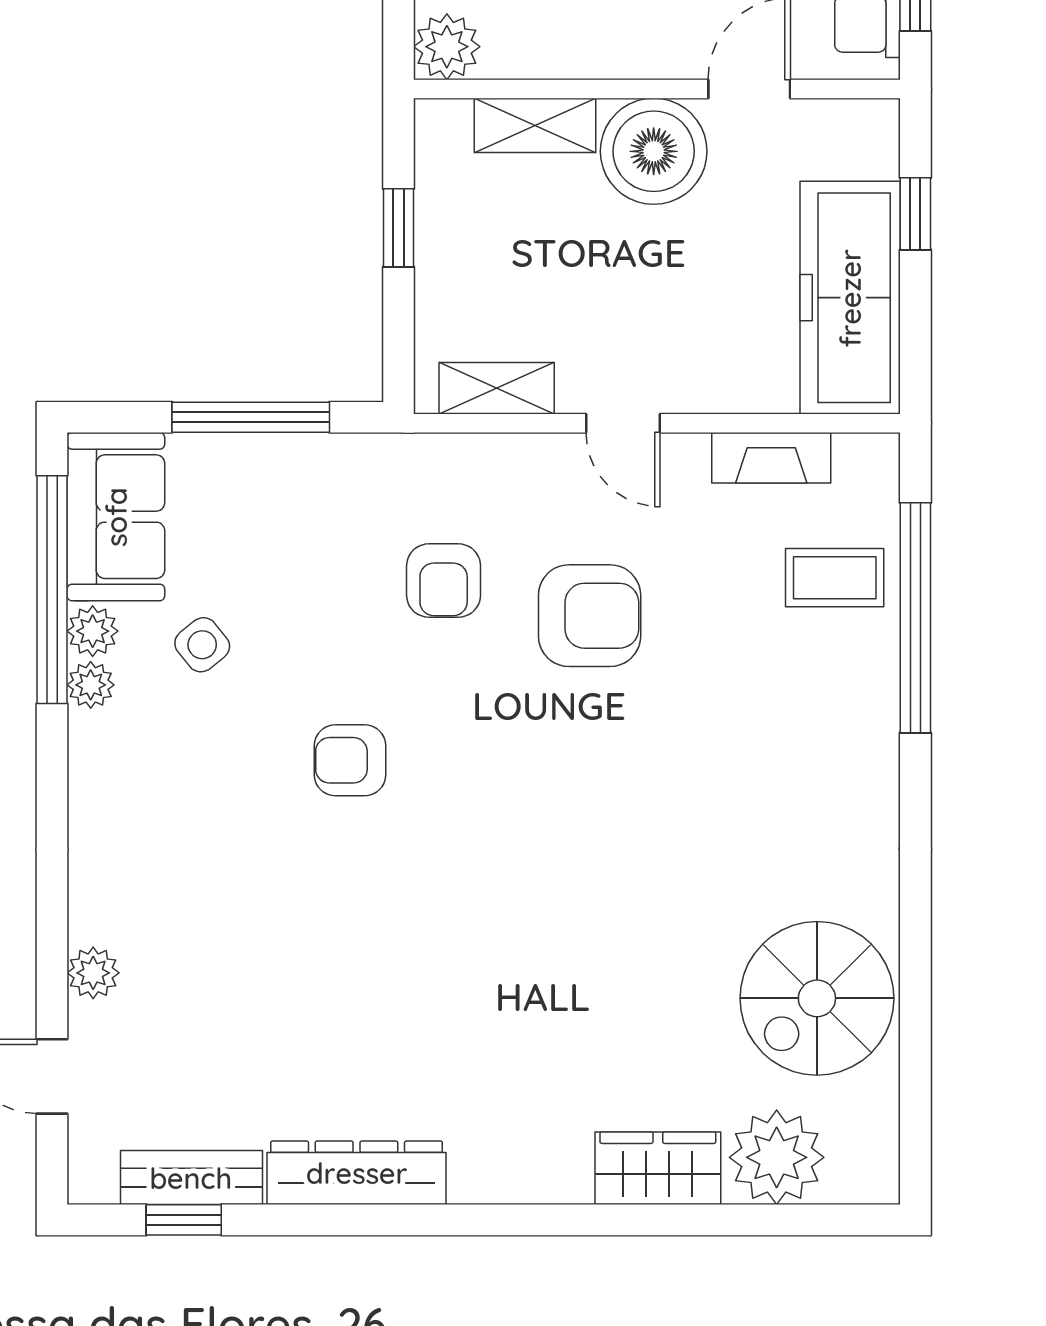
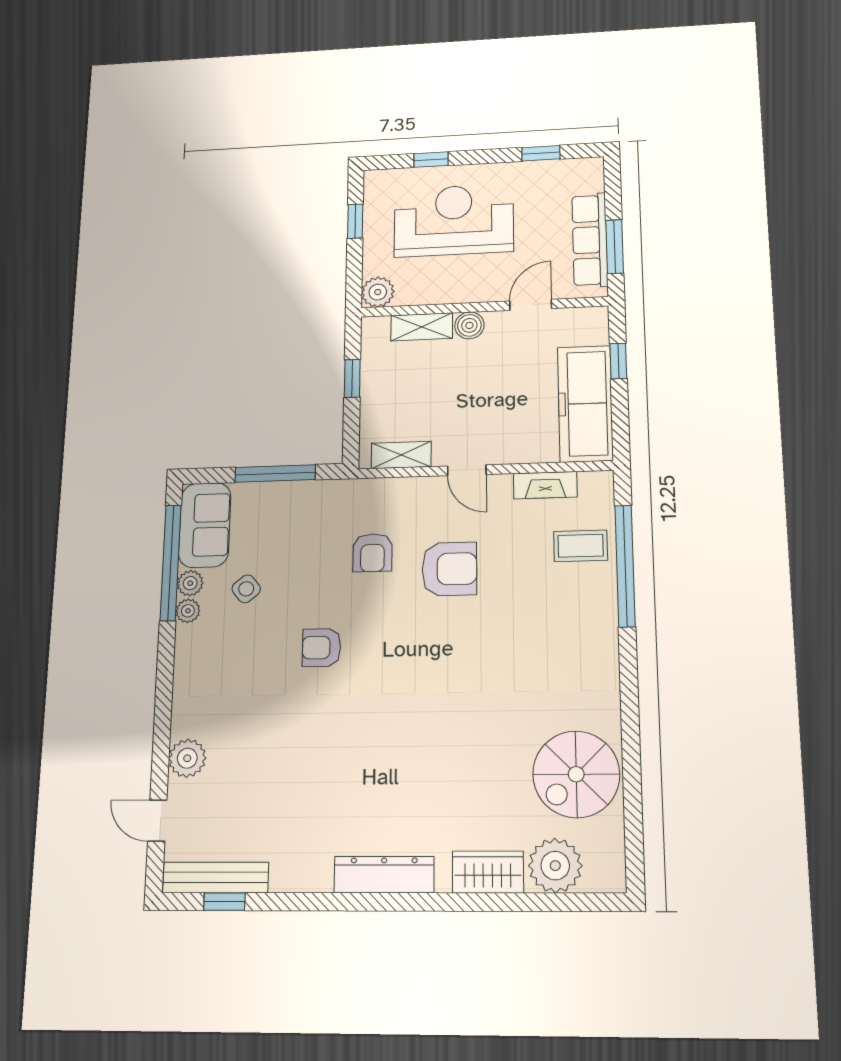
boiler: (654, 151) -> (469, 325), width x0.54, depth x0.54
plant: (93, 973) -> (187, 758), width x1.38, depth x1.38
dresser: (357, 1173) -> (384, 875), moved
bench: (191, 1178) -> (216, 877), width x1.36

